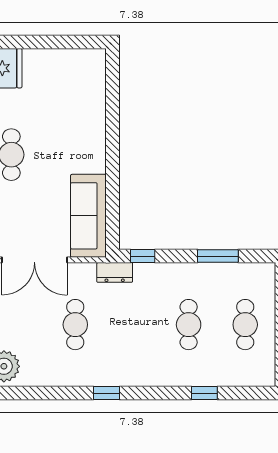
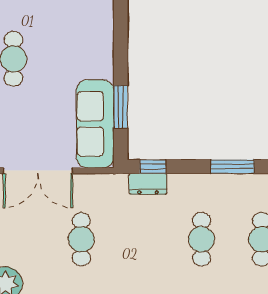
window: (112, 200) -> (121, 107), added
dresser: (115, 272) -> (148, 184), moved

